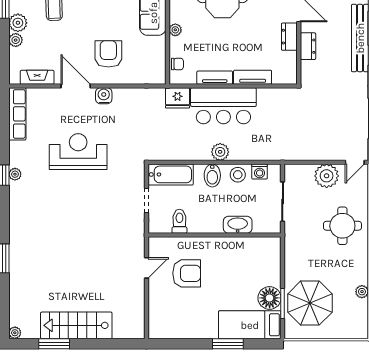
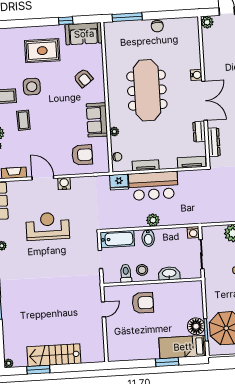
dresser: (308, 46) -> (214, 142), width x1.44
armchair: (108, 54) -> (82, 155), moved, turned 90
tv unit: (253, 77) -> (192, 162), moved
washing machine: (260, 171) -> (193, 232), moved
stool: (238, 175) -> (142, 270), moved
armchair: (187, 273) -> (143, 303), moved

